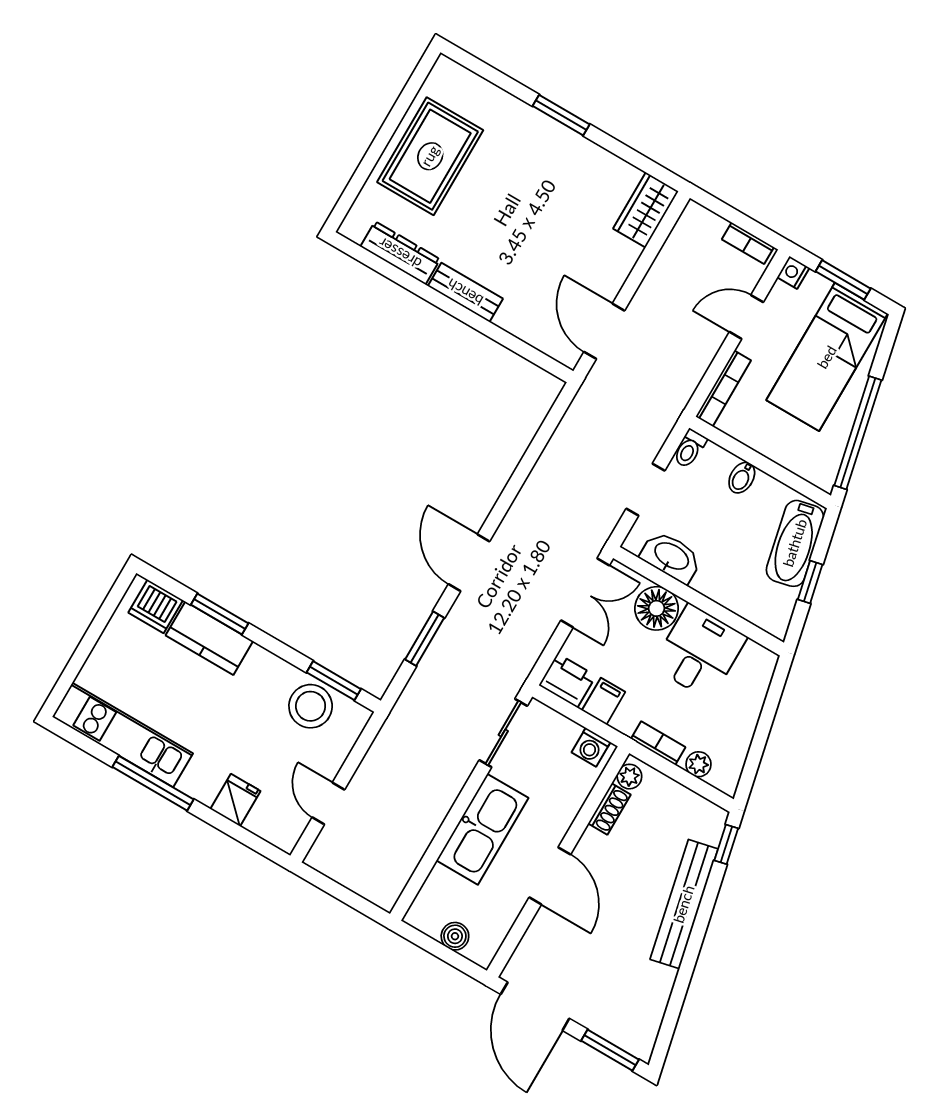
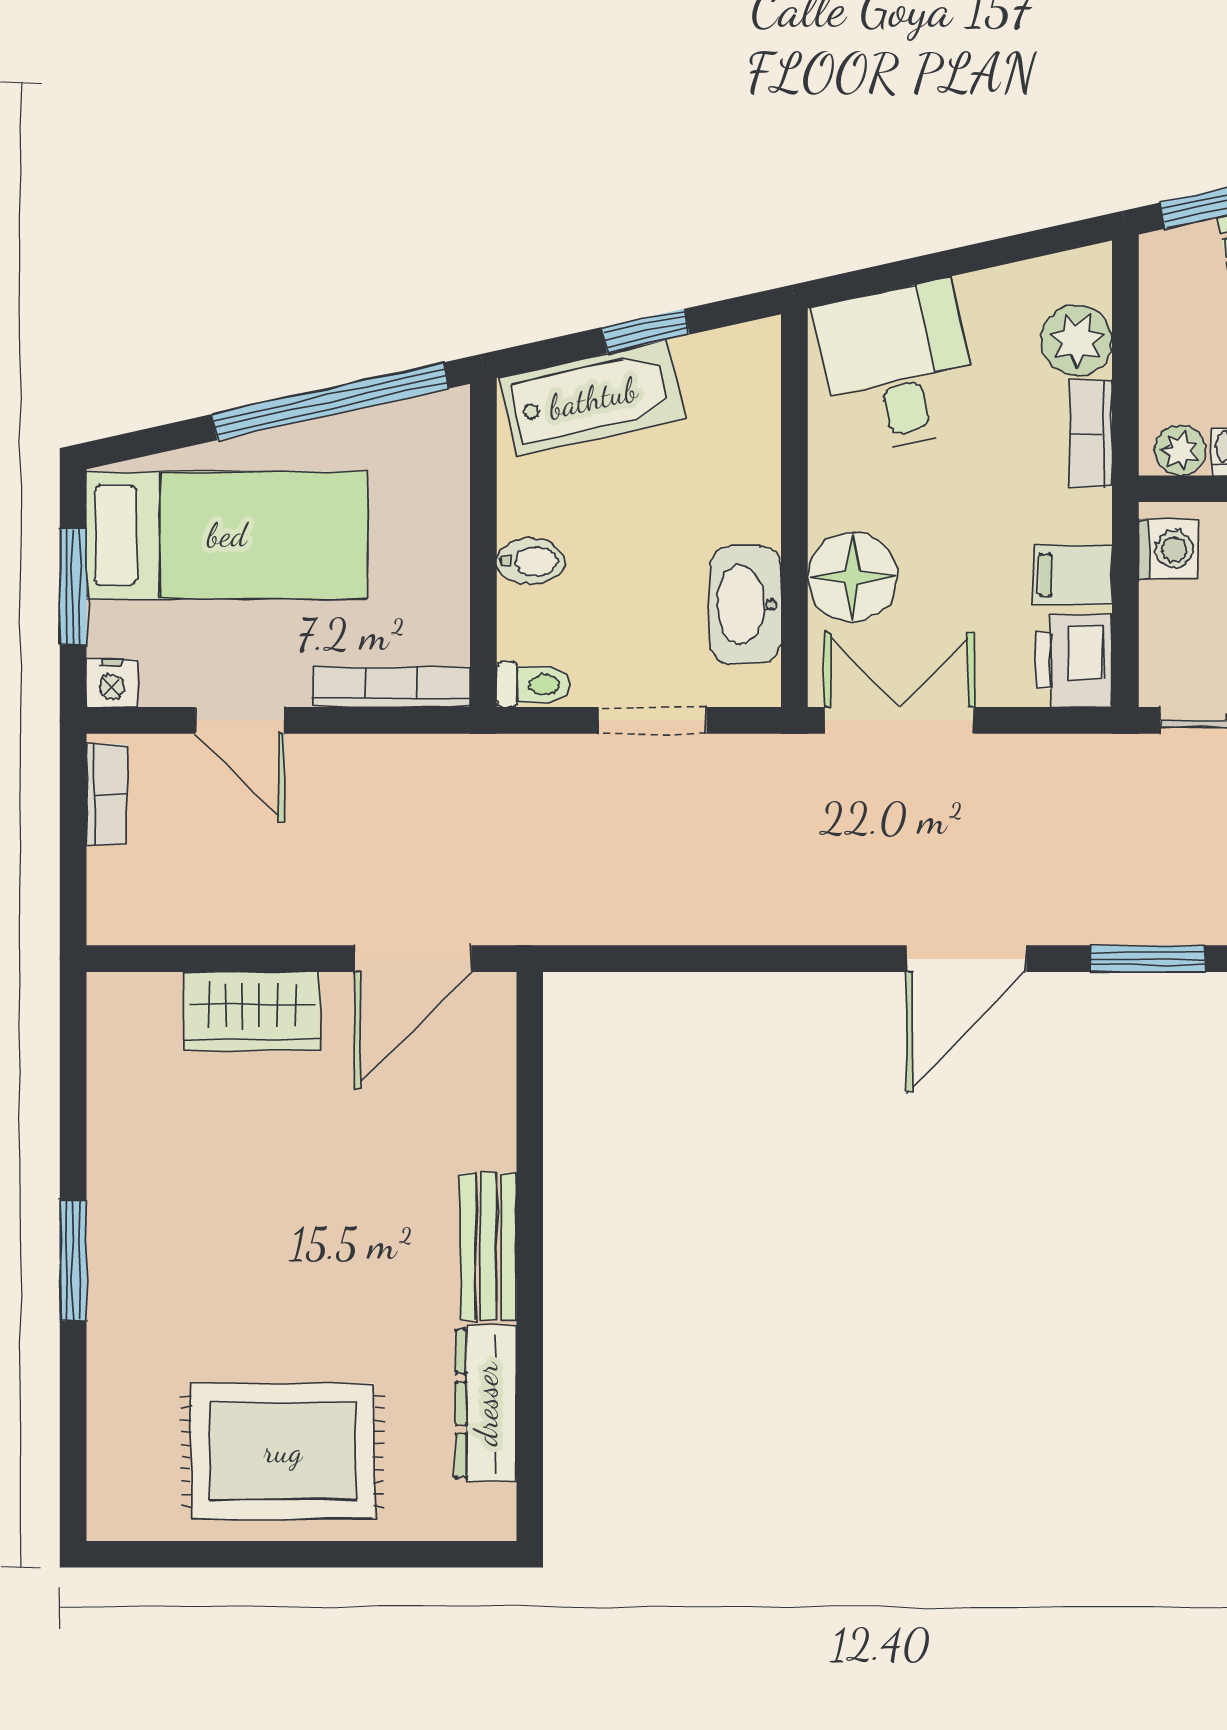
wardrobe: (646, 210) -> (252, 1011), moved
desk: (699, 652) -> (897, 368), moved, turned 77
plant: (698, 764) -> (1077, 340), width x1.38, depth x1.38

